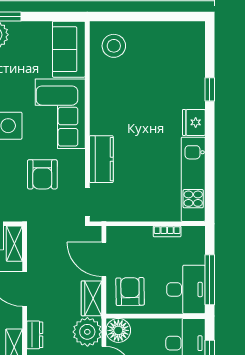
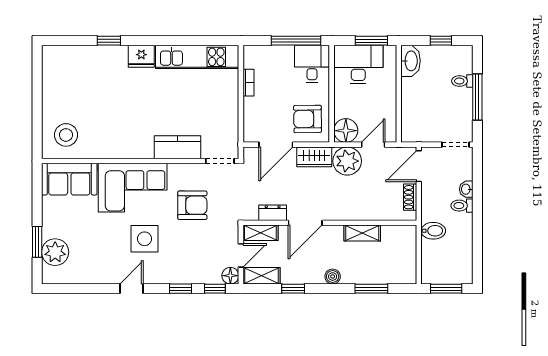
desk: (186, 289) -> (312, 64), width x0.73
dresser: (35, 335) -> (273, 213), moved

